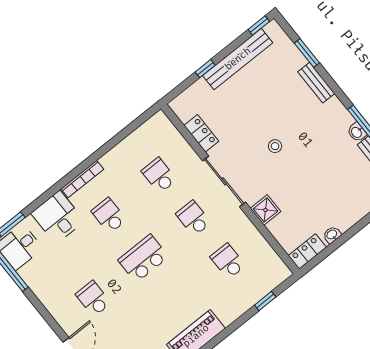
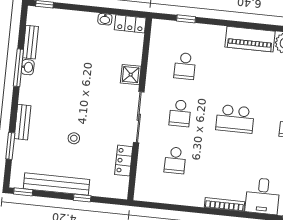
stool: (275, 146) -> (74, 138), moved
school desk: (109, 215) -> (230, 166), removed

